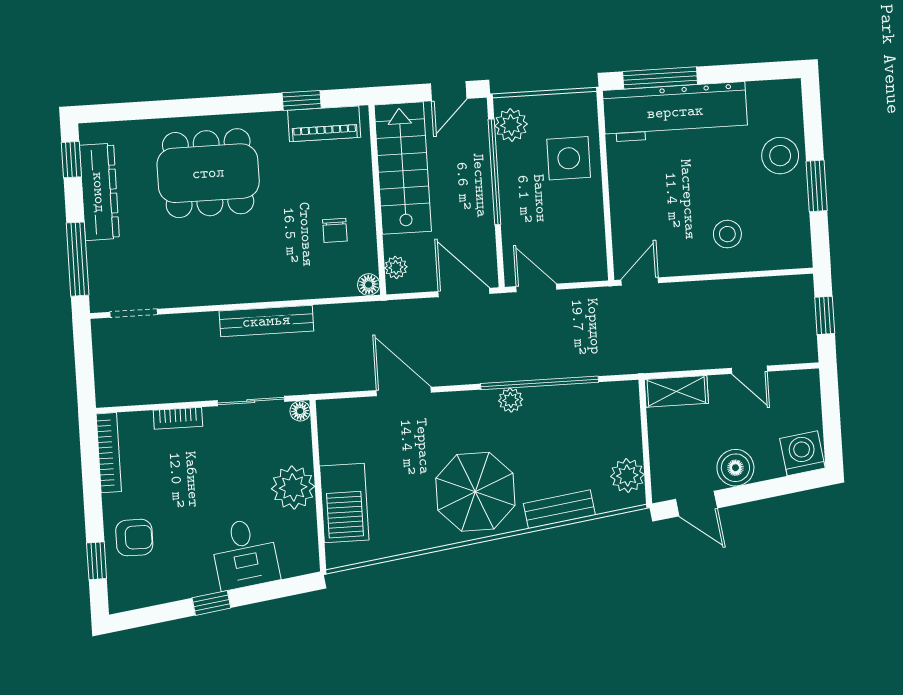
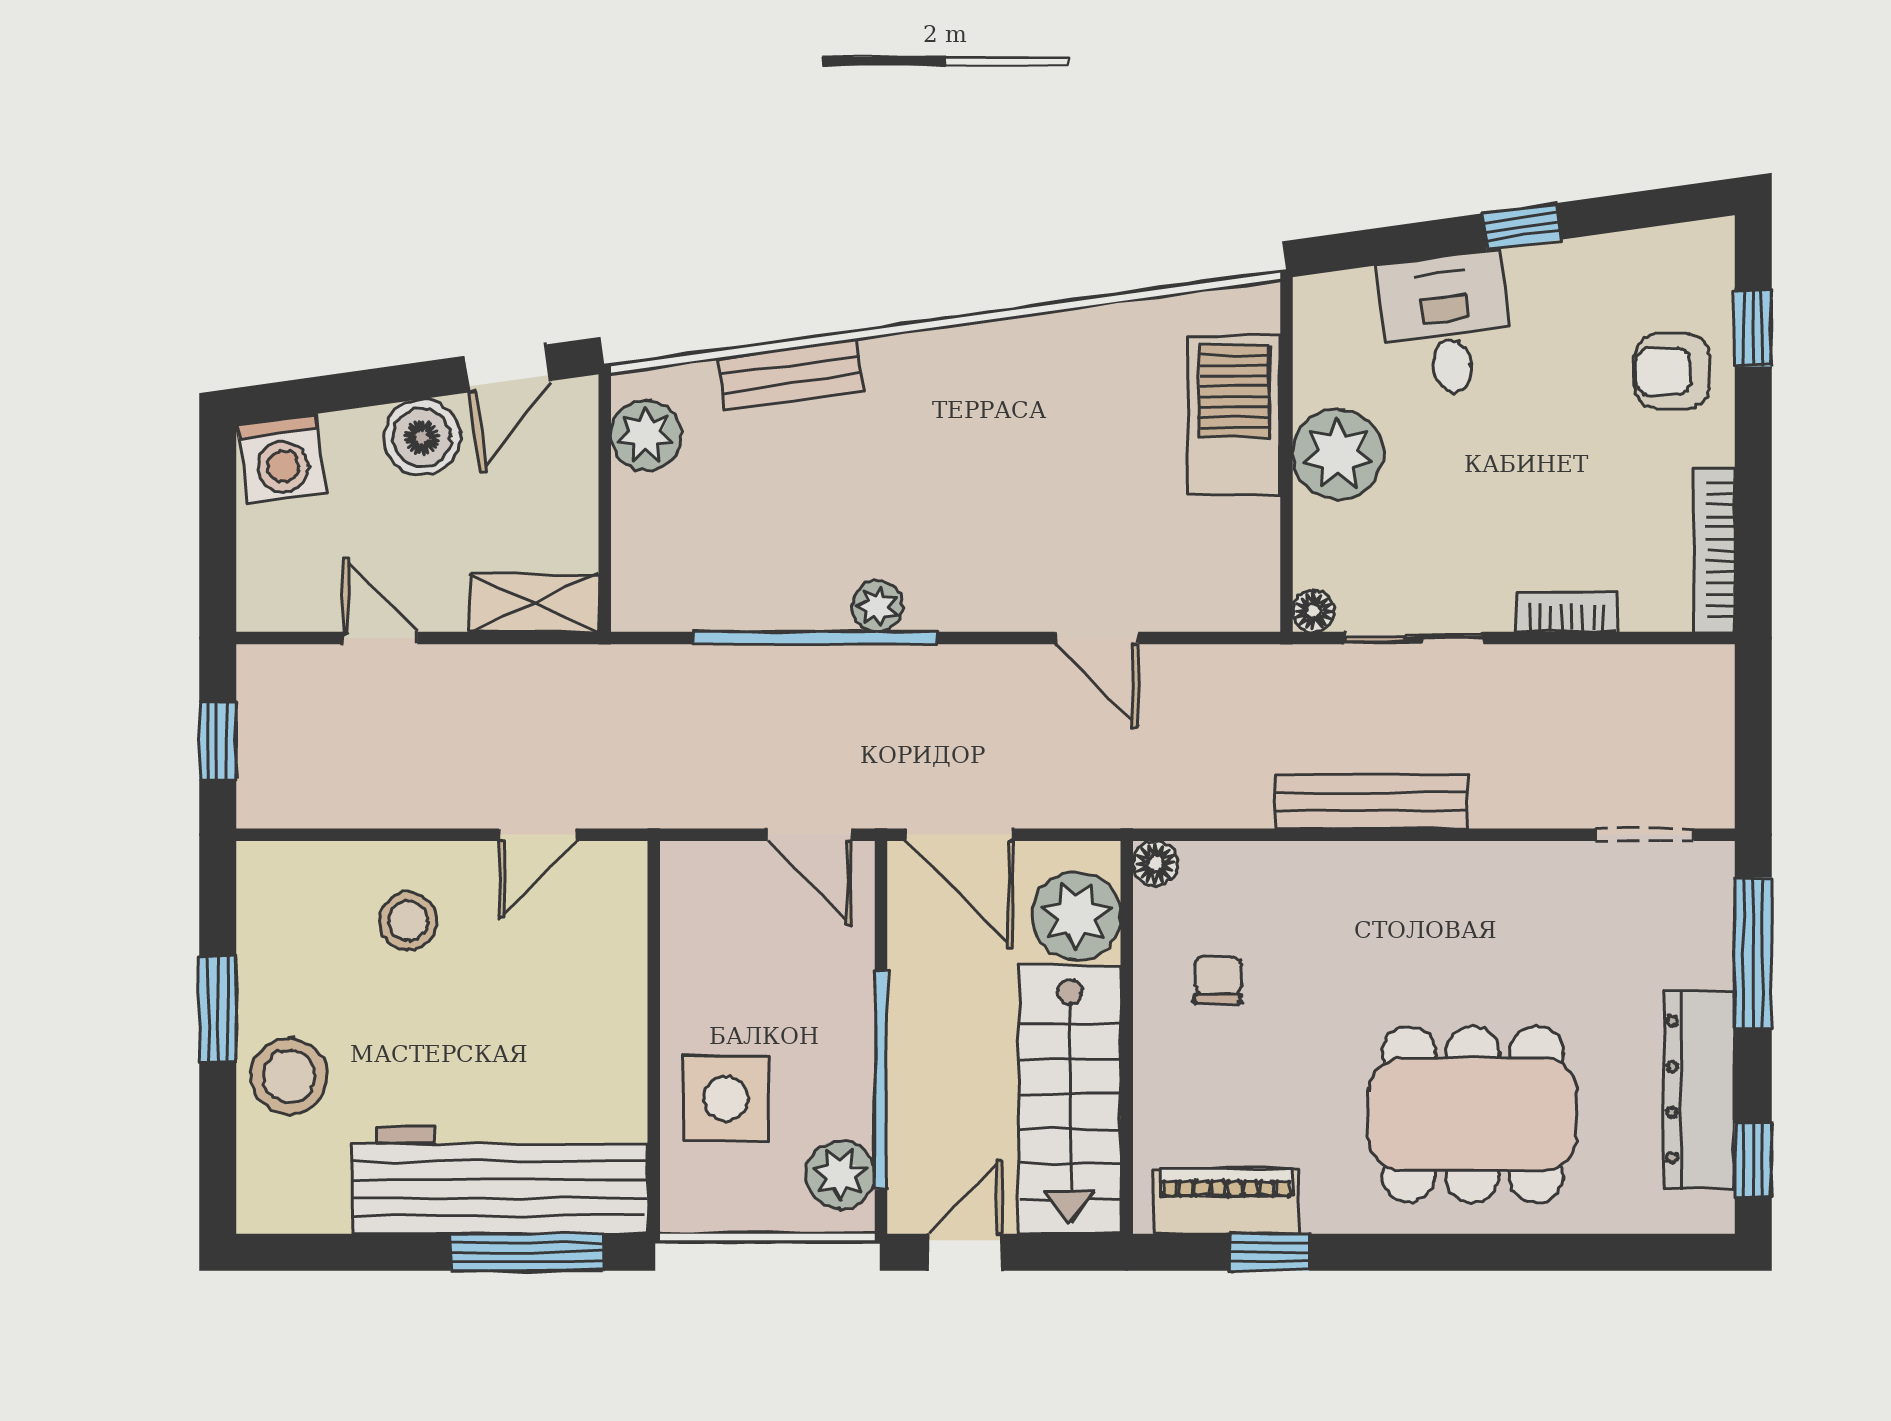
plant: (396, 267) -> (1076, 916), width x1.87, depth x1.87
door: (640, 281) -> (537, 835), moved
door: (404, 391) -> (1097, 638), width x0.73
parasol: (475, 492) -> (962, 422), removed
door: (696, 504) -> (507, 369), swing flipped

